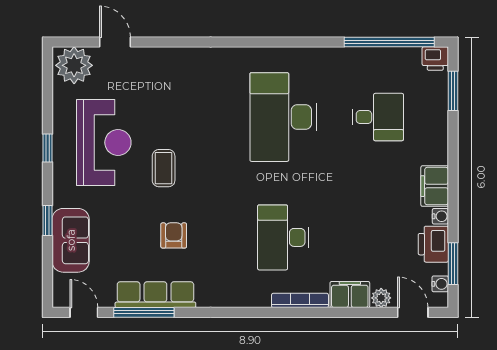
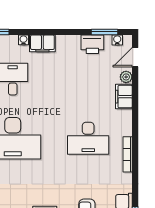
filing cabinet: (435, 186) -> (42, 43), moved
water cooler: (440, 216) -> (23, 40), moved
bookcase: (300, 300) -> (128, 154), moved

